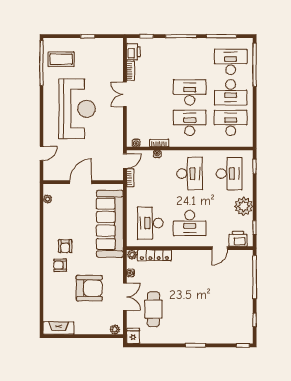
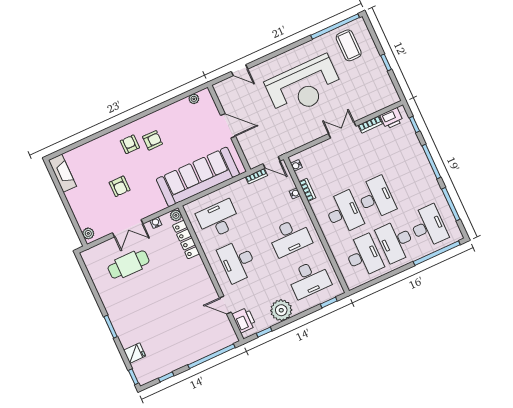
armchair: (65, 246) -> (153, 140), turned 180
armchair: (89, 288) -> (120, 186), width x0.53, depth x0.53
fridge: (133, 336) -> (135, 353), moved

